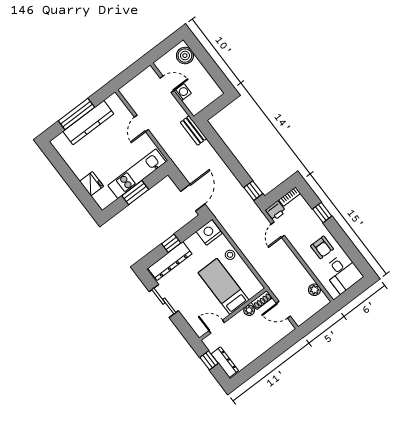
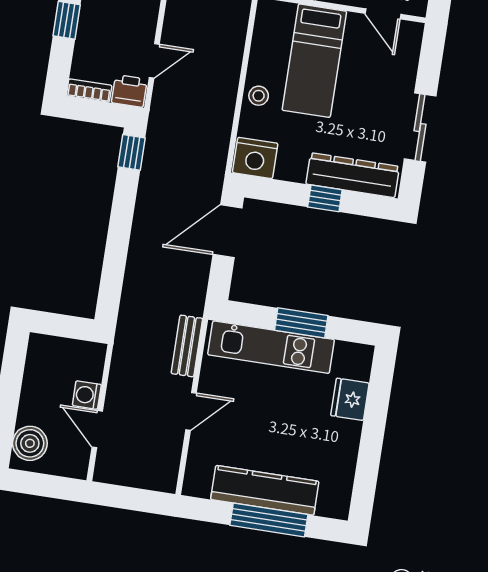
bench: (193, 130) -> (187, 346), moved

